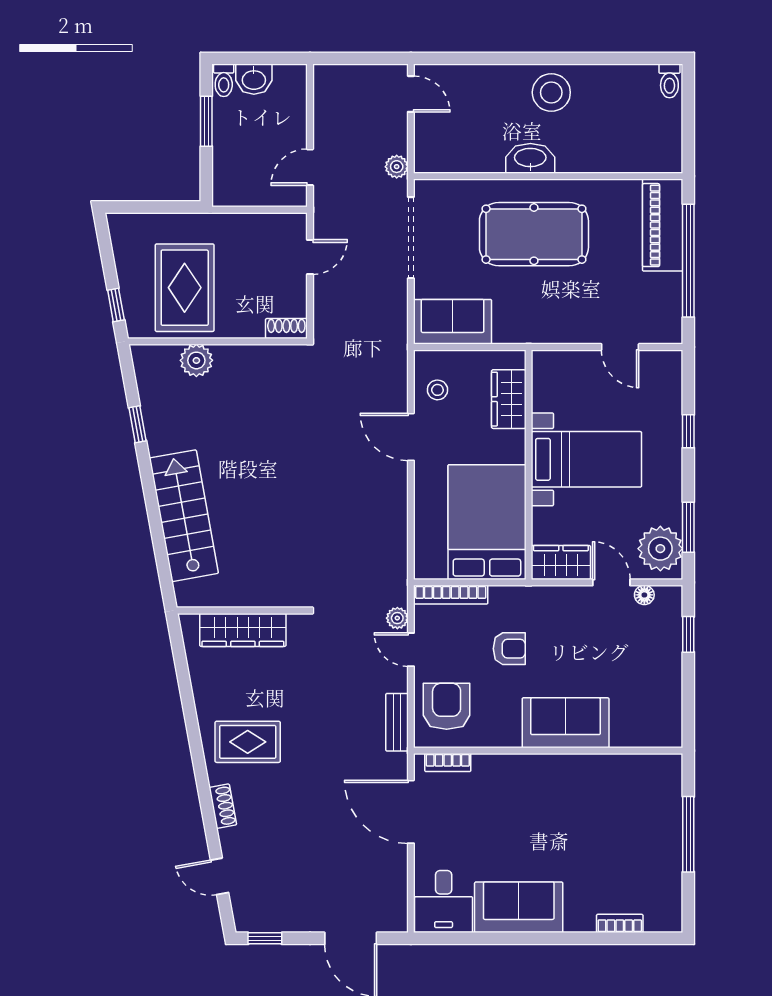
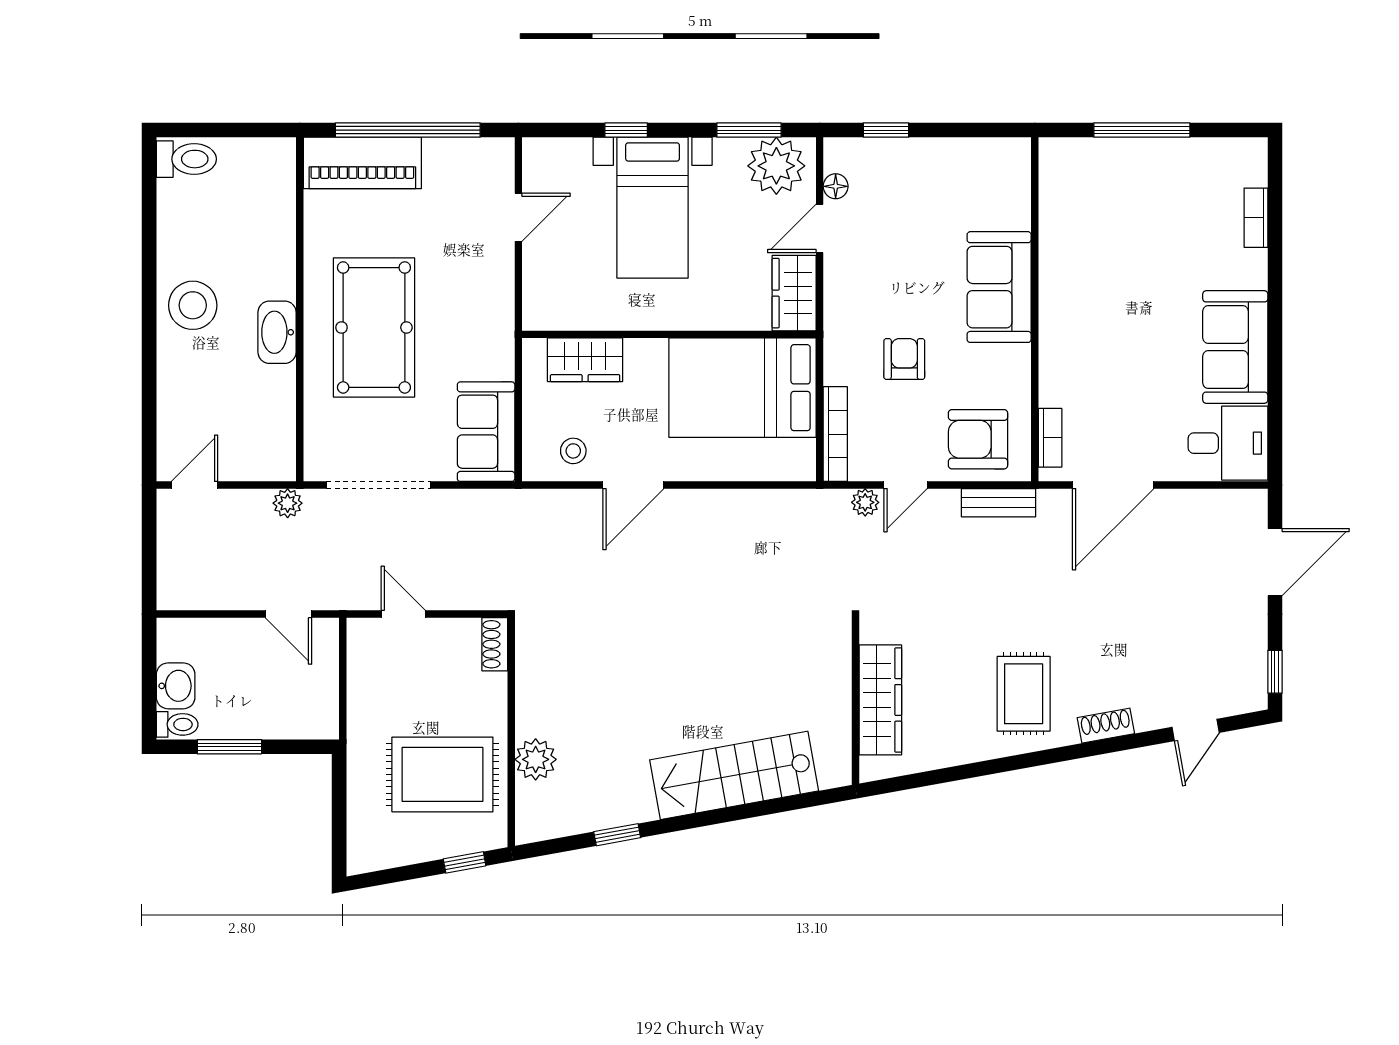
toilet: (669, 81) -> (186, 159), width x1.37, depth x1.39
bed with nightstands: (586, 459) -> (653, 208), moved, turned 180

